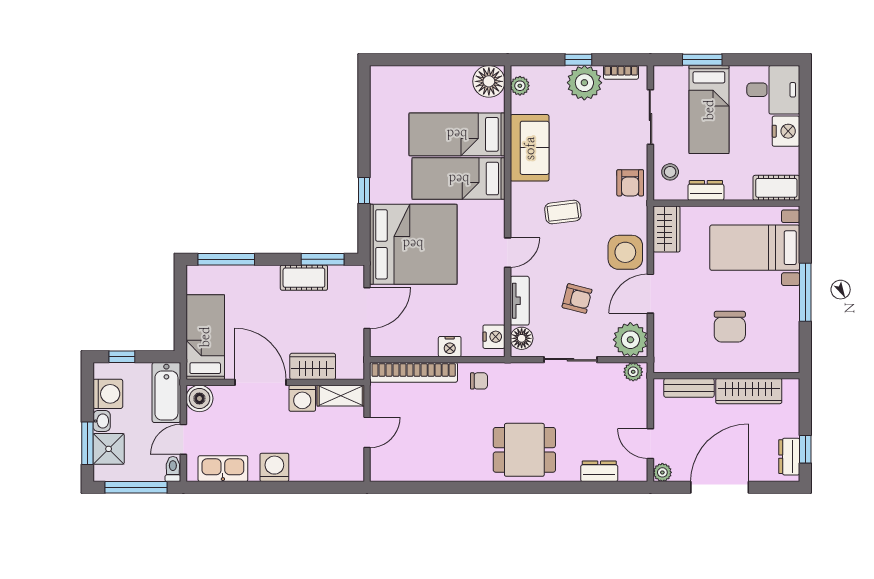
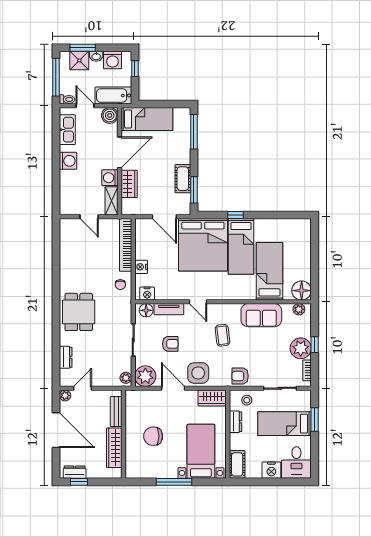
bed: (459, 179) -> (241, 246), moved, turned 180
armchair: (577, 298) -> (170, 344), turned -104

